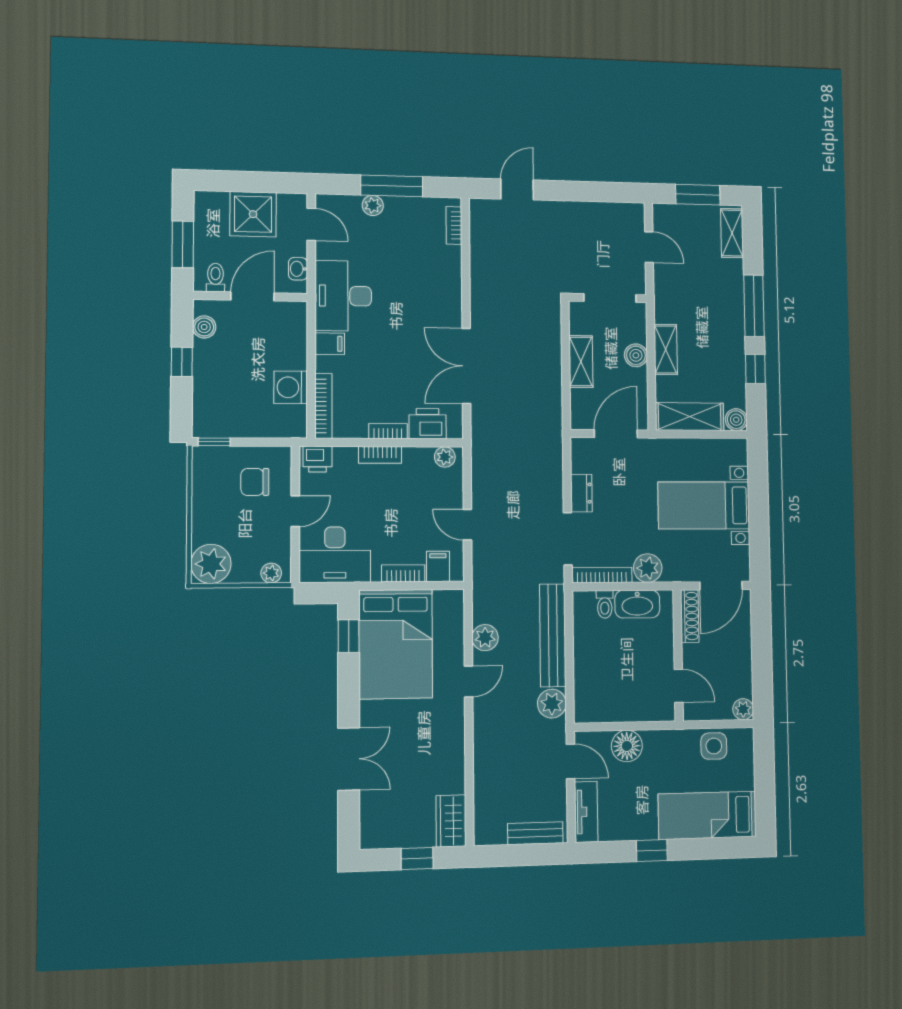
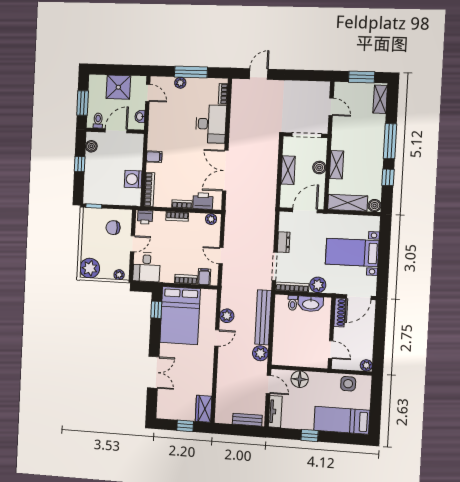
desk: (343, 296) -> (211, 124), moved, turned 180
desk: (335, 555) -> (147, 267), width x0.73

